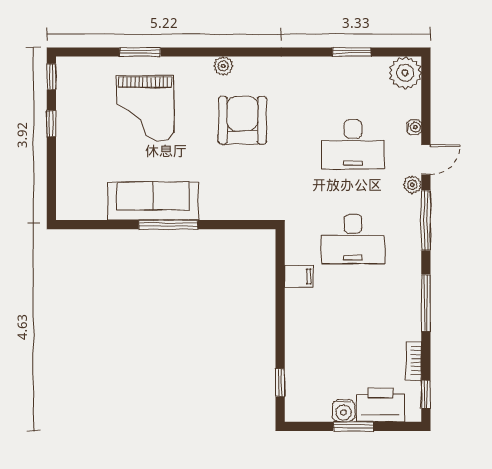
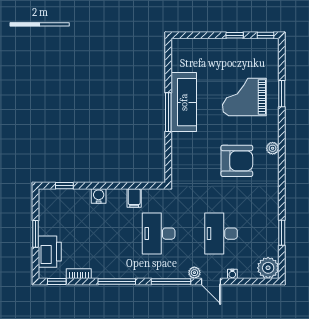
water cooler: (344, 411) -> (99, 196), moved, turned 90

